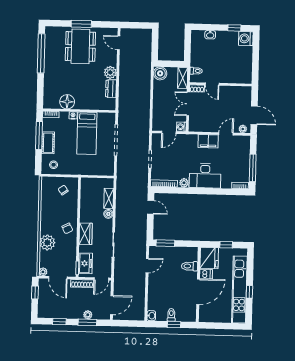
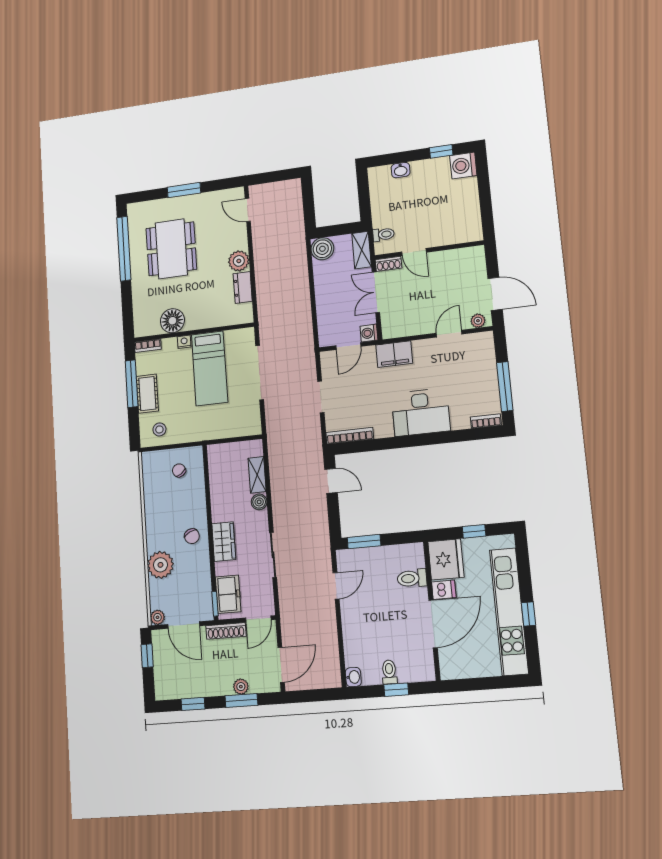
dining table: (80, 46) -> (171, 249), moved
filing cabinet: (208, 141) -> (394, 354), moved
plant: (184, 183) -> (385, 430), removed

